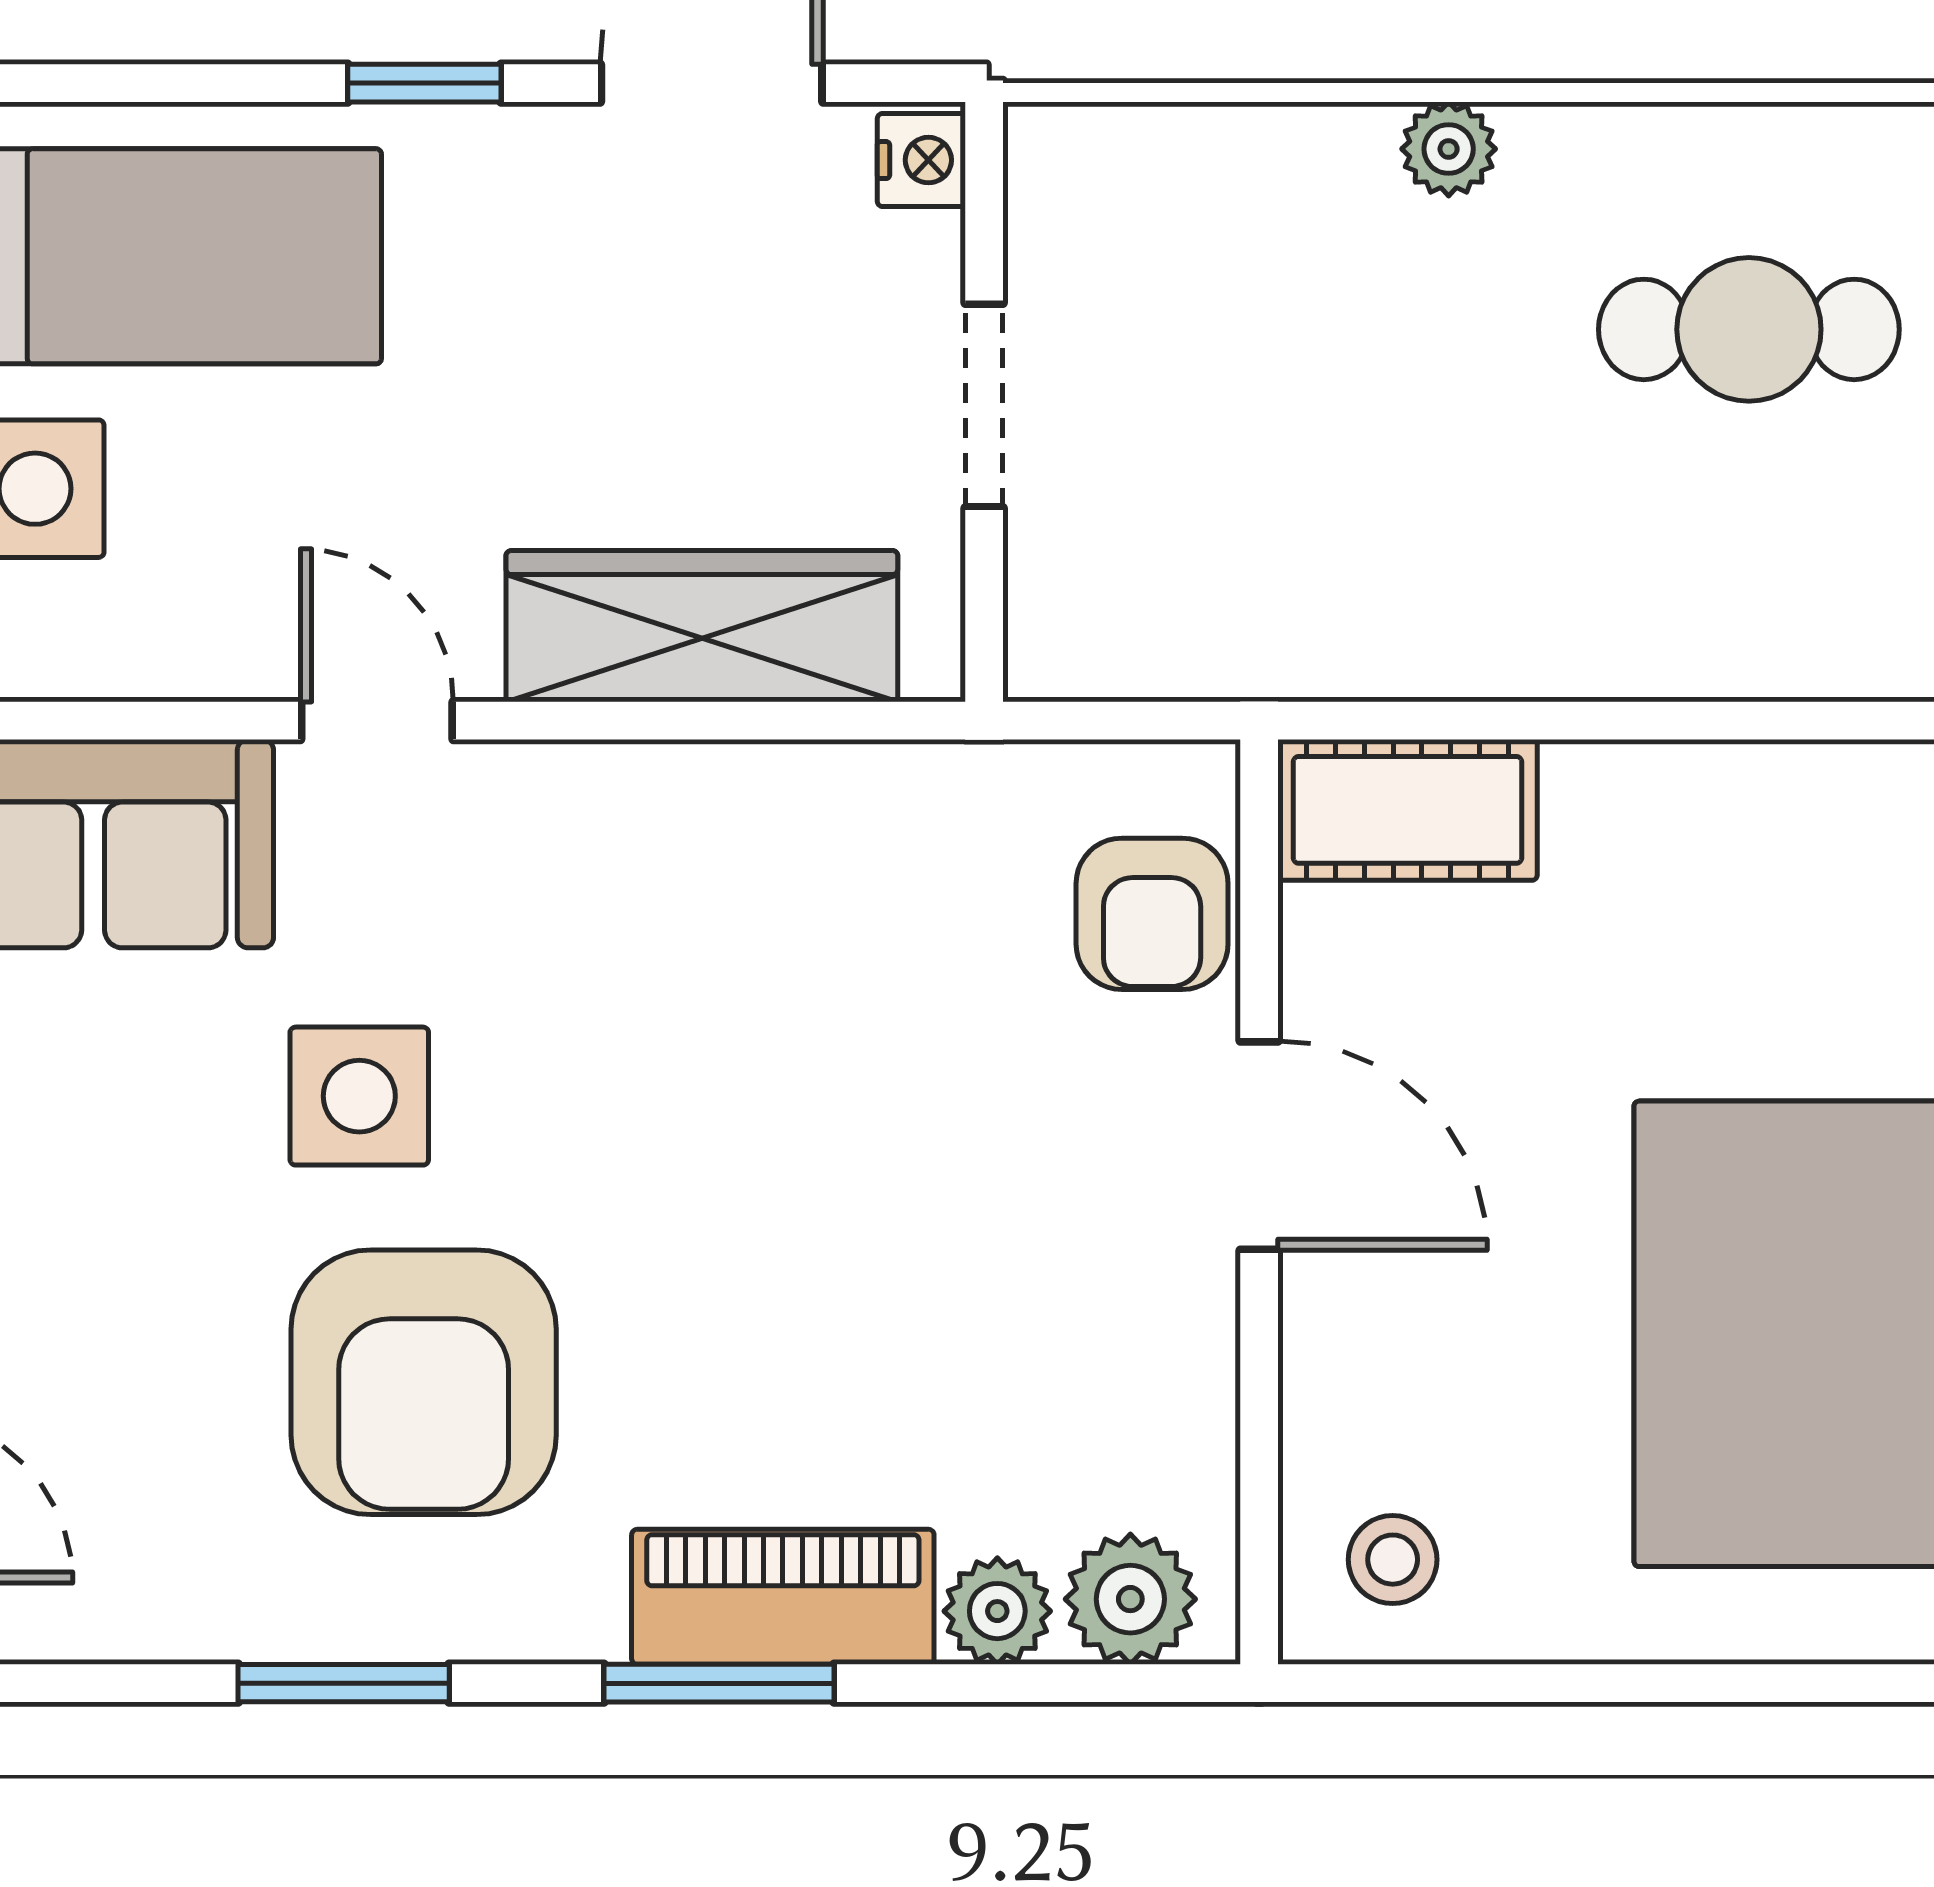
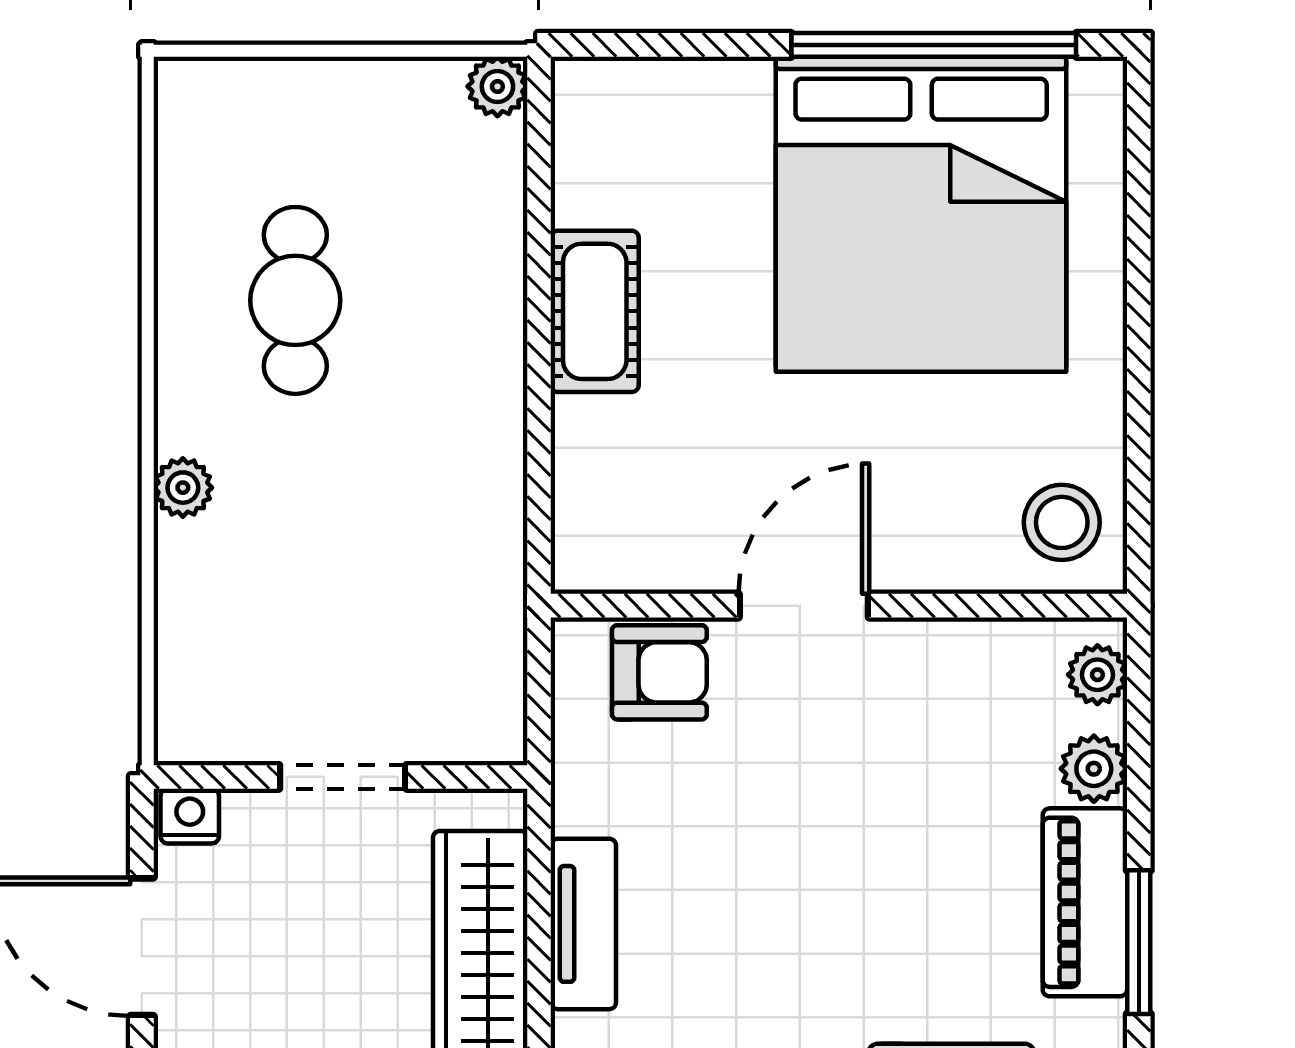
tv unit: (748, 792) -> (583, 924), added
cot: (1407, 810) -> (595, 311), moved
stool: (1393, 1560) -> (1062, 522), width x1.37, depth x1.37
plant: (1130, 1599) -> (1097, 675), width x0.73, depth x0.73

